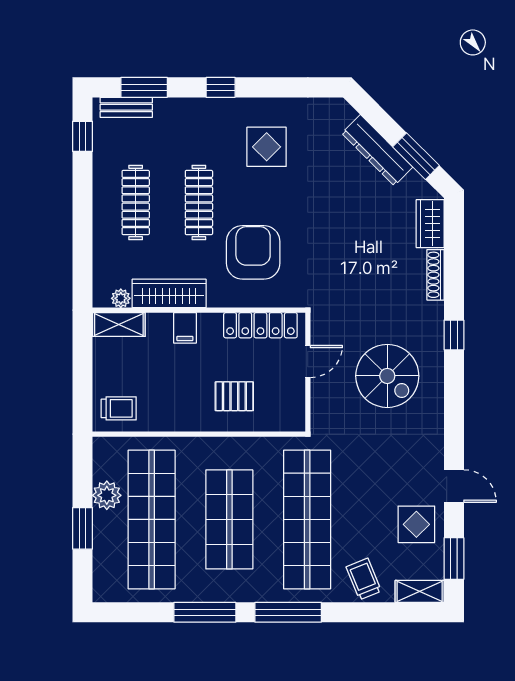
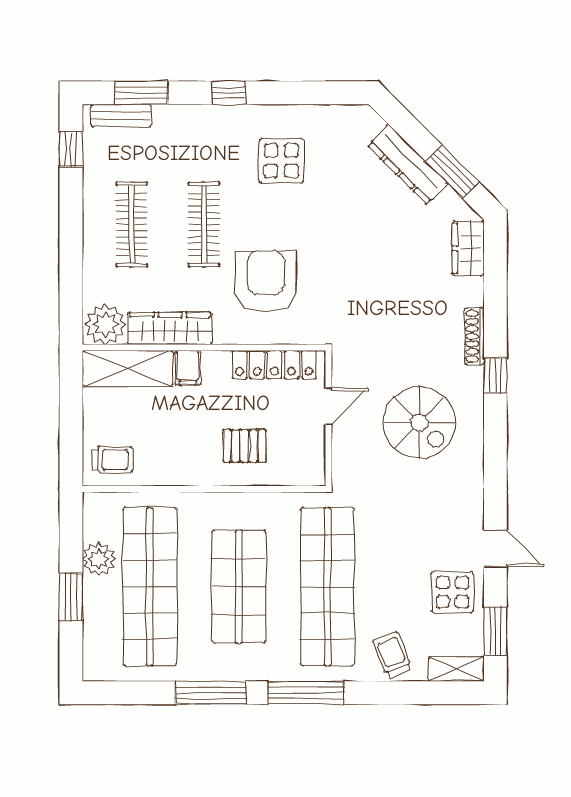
shoe rack: (435, 275) -> (474, 336), moved
plant: (121, 298) -> (105, 324), width x1.88, depth x1.88
shelving: (119, 325) -> (127, 368), width x1.50, depth x1.33

